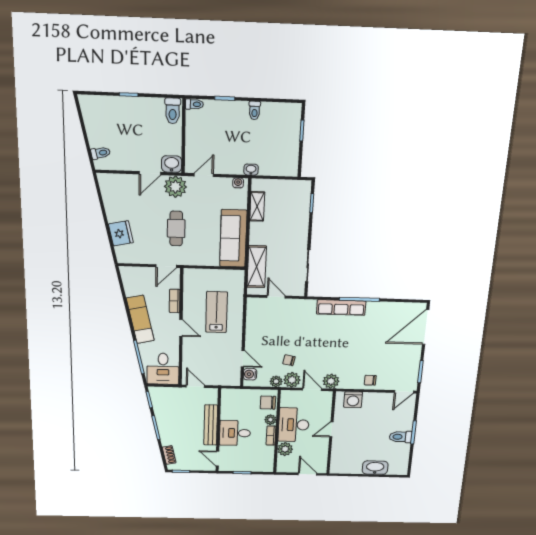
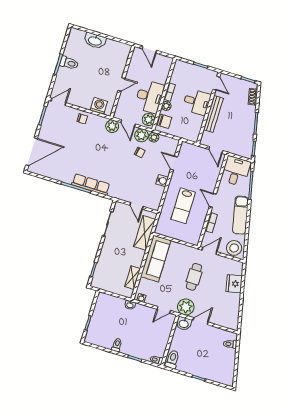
stool: (136, 278) -> (234, 248), added
water cooler: (250, 374) -> (162, 181), moved
plant: (285, 449) -> (149, 120), moved

